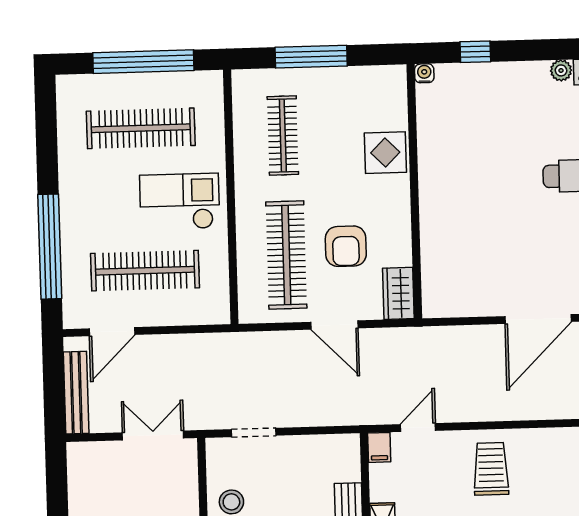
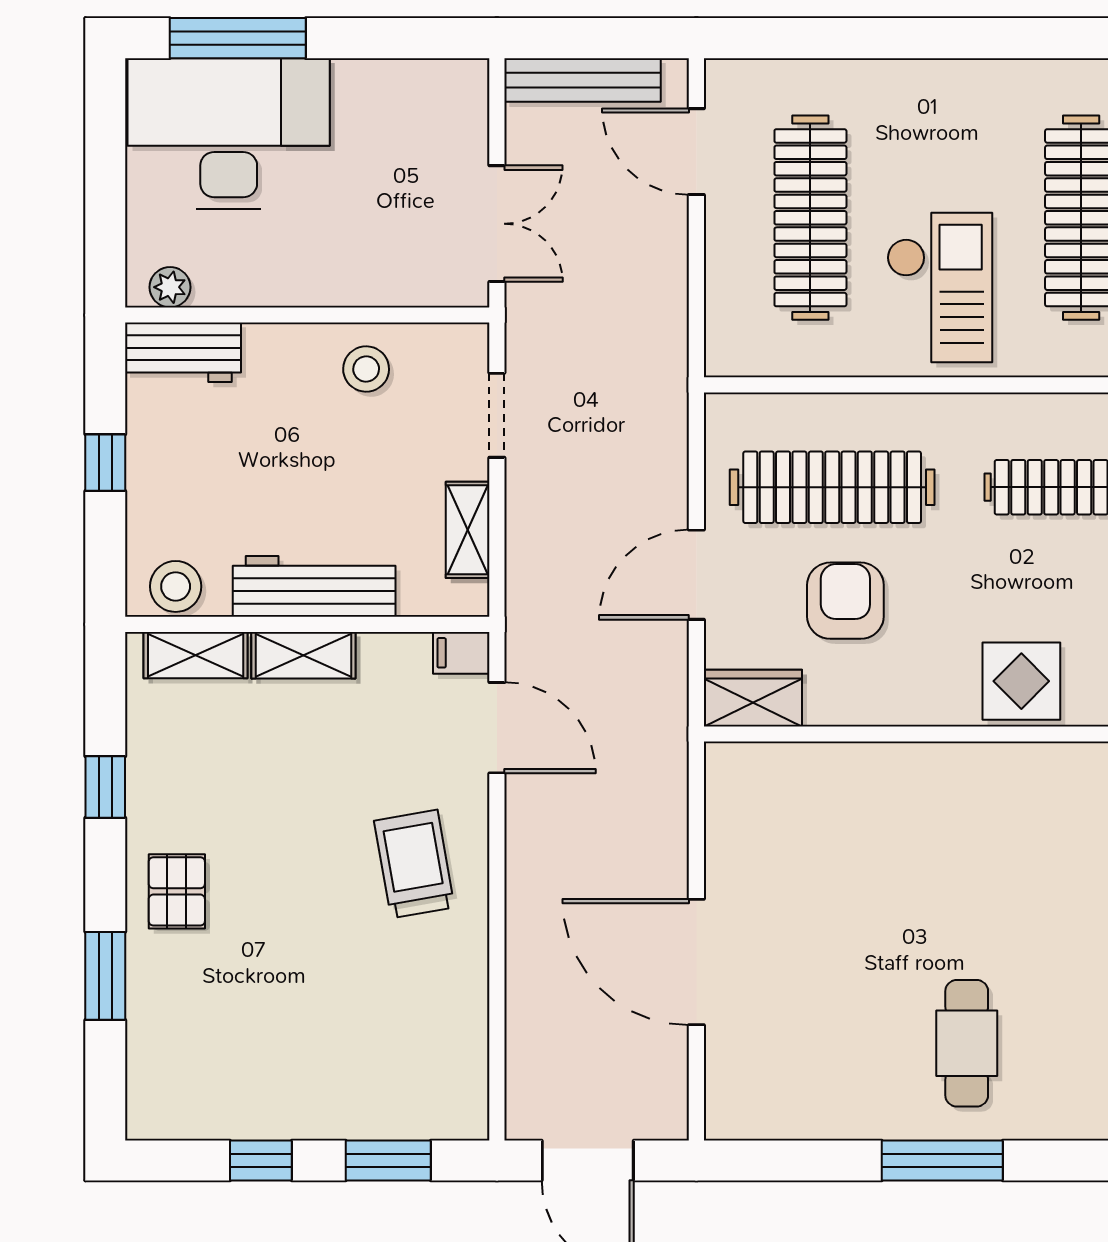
armchair: (346, 246) -> (845, 601), turned 90
window: (50, 247) -> (862, 38), removed
door: (418, 428) -> (497, 728), width x1.38
shelving: (314, 446) -> (468, 530), added
trolley: (491, 469) -> (414, 864), turned -100

